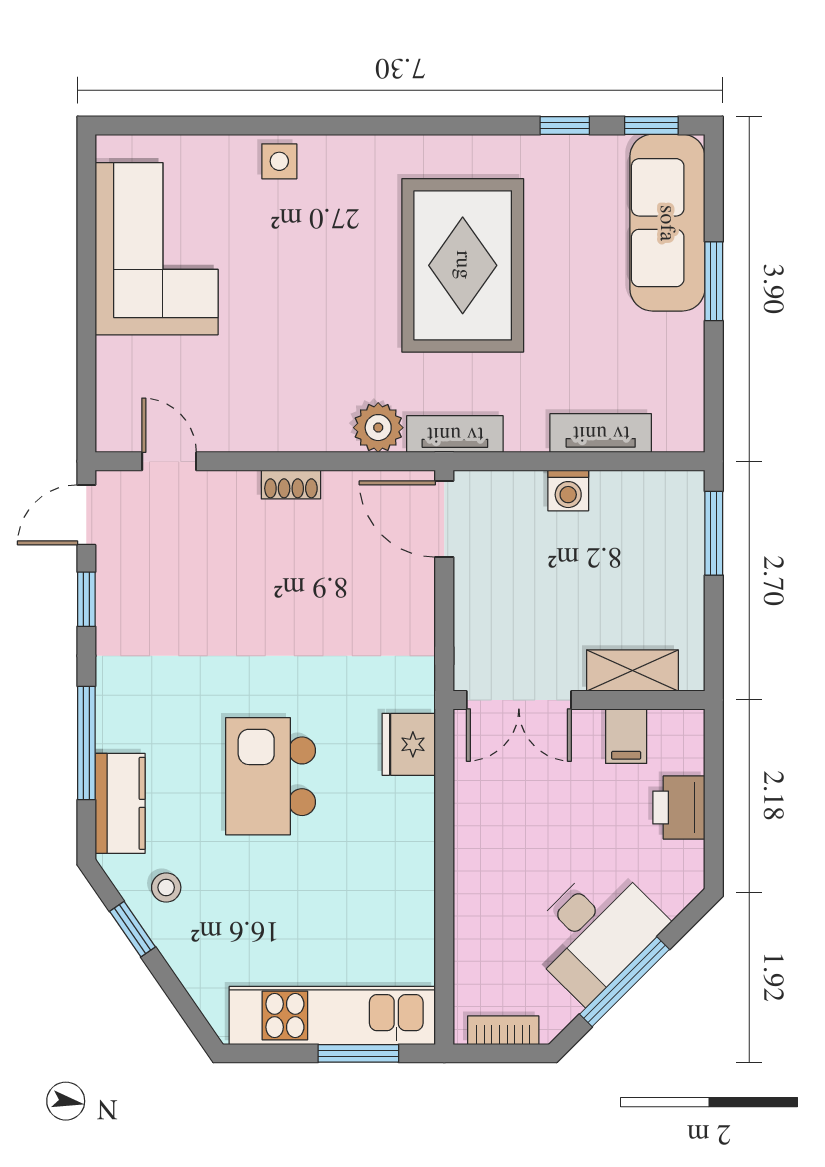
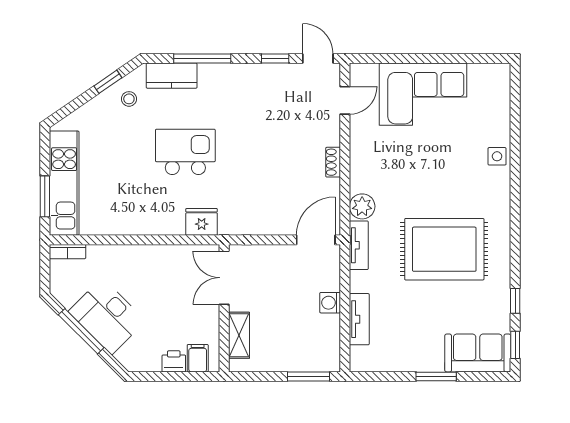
sofa: (667, 223) -> (478, 353), width x0.73
corner sofa: (157, 249) -> (423, 94), moved
filing cabinet: (626, 736) -> (198, 358), moved, turned 90
printer: (679, 808) -> (174, 361), width x0.73, depth x0.81
bookcase: (503, 1030) -> (67, 252), moved, turned 90

